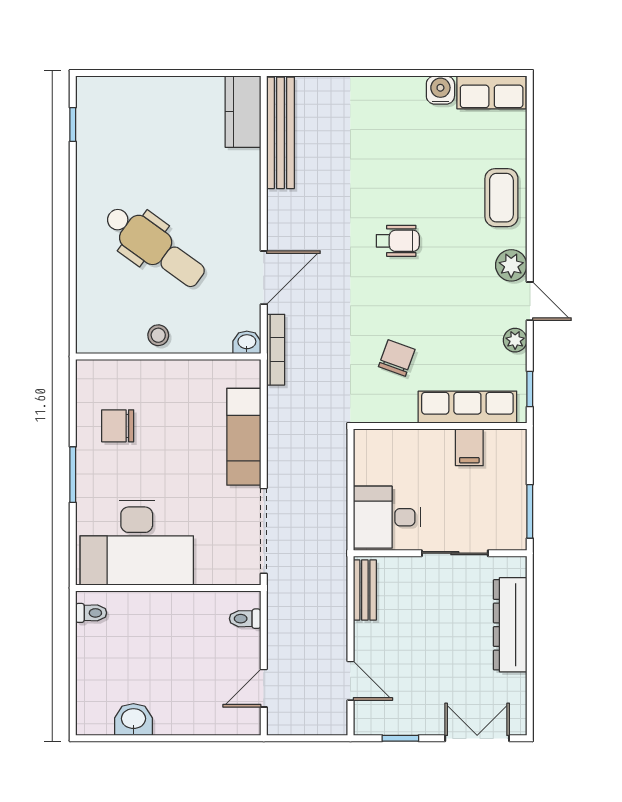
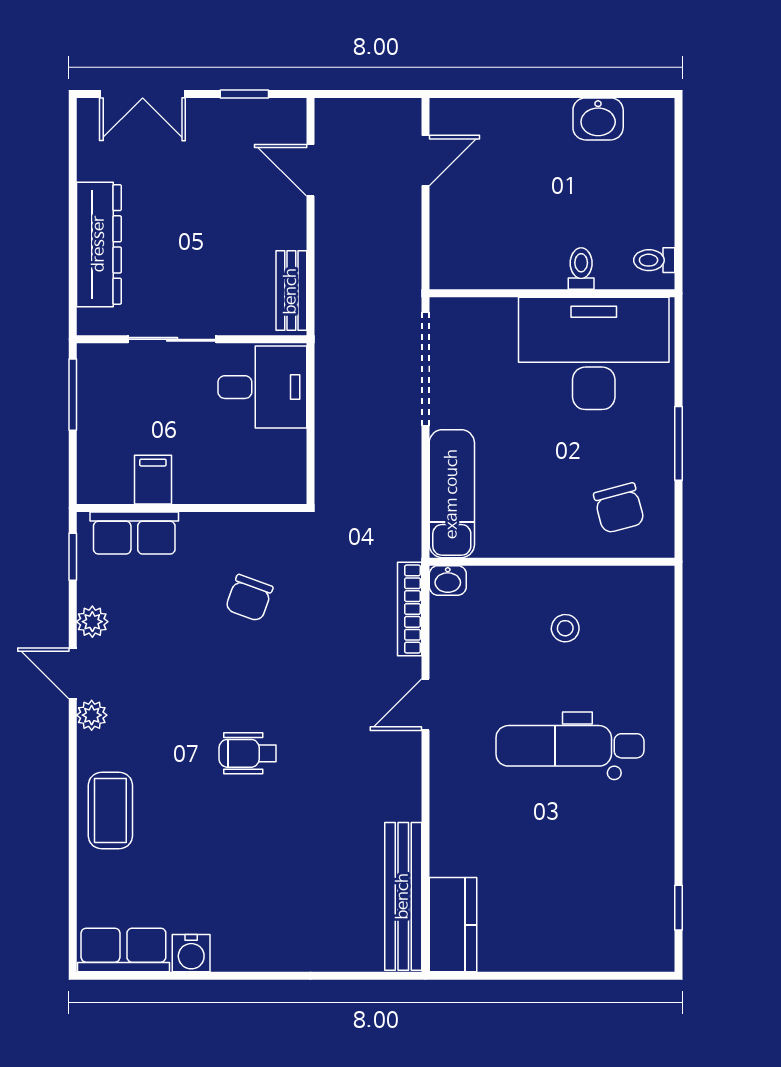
dental chair: (155, 246) -> (570, 746), turned -36
plant: (511, 265) -> (92, 715), width x0.73, depth x0.73
door: (264, 278) -> (425, 705), width x0.73
washbasin: (247, 342) -> (448, 580), moved
wall: (168, 356) -> (552, 562), moved
row of seats: (467, 407) -> (134, 533), width x0.68
chair: (118, 426) -> (619, 508), turned 75
toilet: (245, 619) -> (581, 269), moved, turned -90

